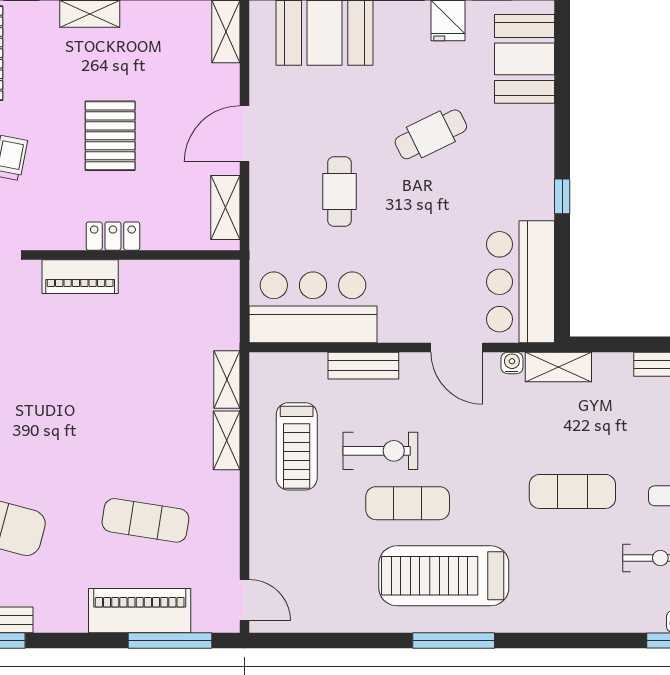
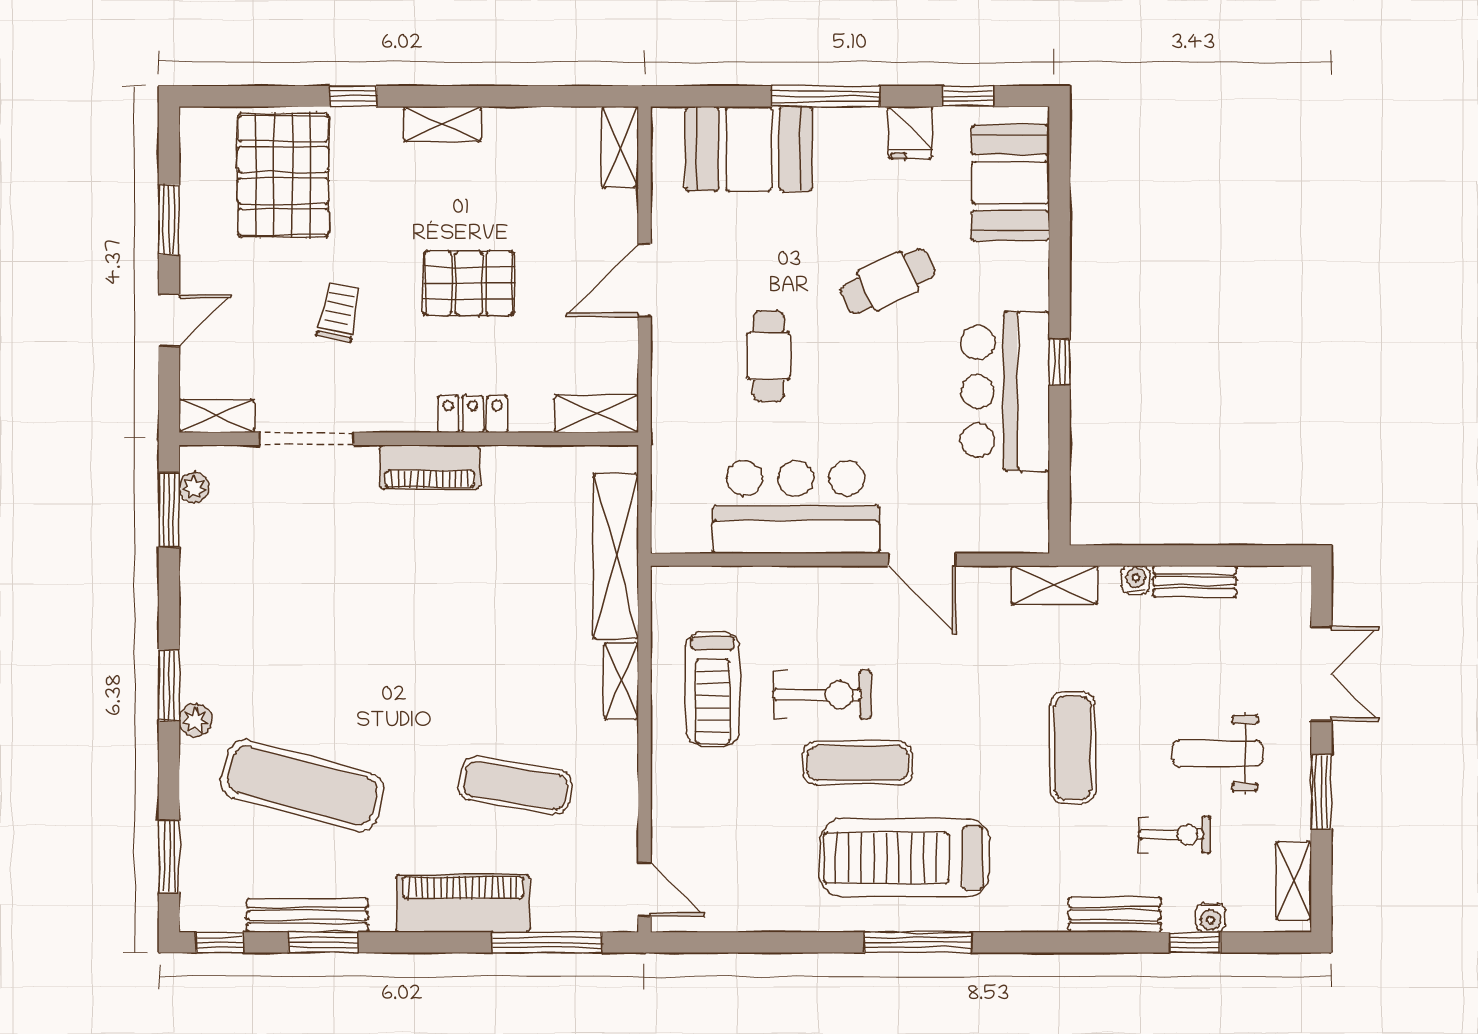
pallet: (110, 136) -> (469, 283), turned 90
shelving: (225, 207) -> (597, 414), moved, turned 90
bar counter: (521, 282) -> (1005, 391), moved
bar counter: (313, 307) -> (796, 507), moved
water cooler: (512, 363) -> (1136, 580), moved
bench: (363, 366) -> (1115, 915), moved
shelving: (227, 380) -> (616, 556), width x2.20, depth x1.33
exercise mat: (572, 491) -> (1073, 748), turned 90
piano: (140, 611) -> (463, 903), moved

